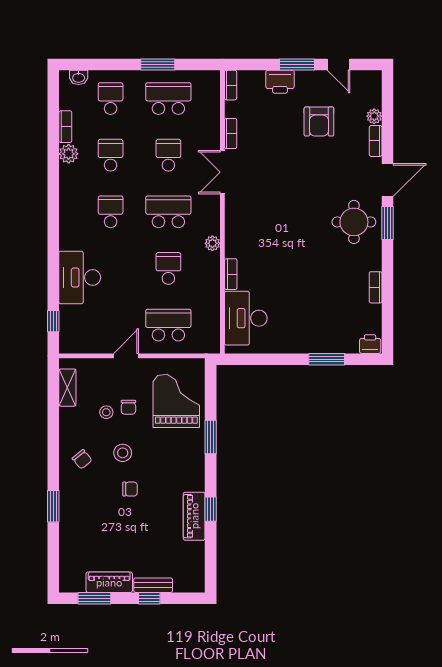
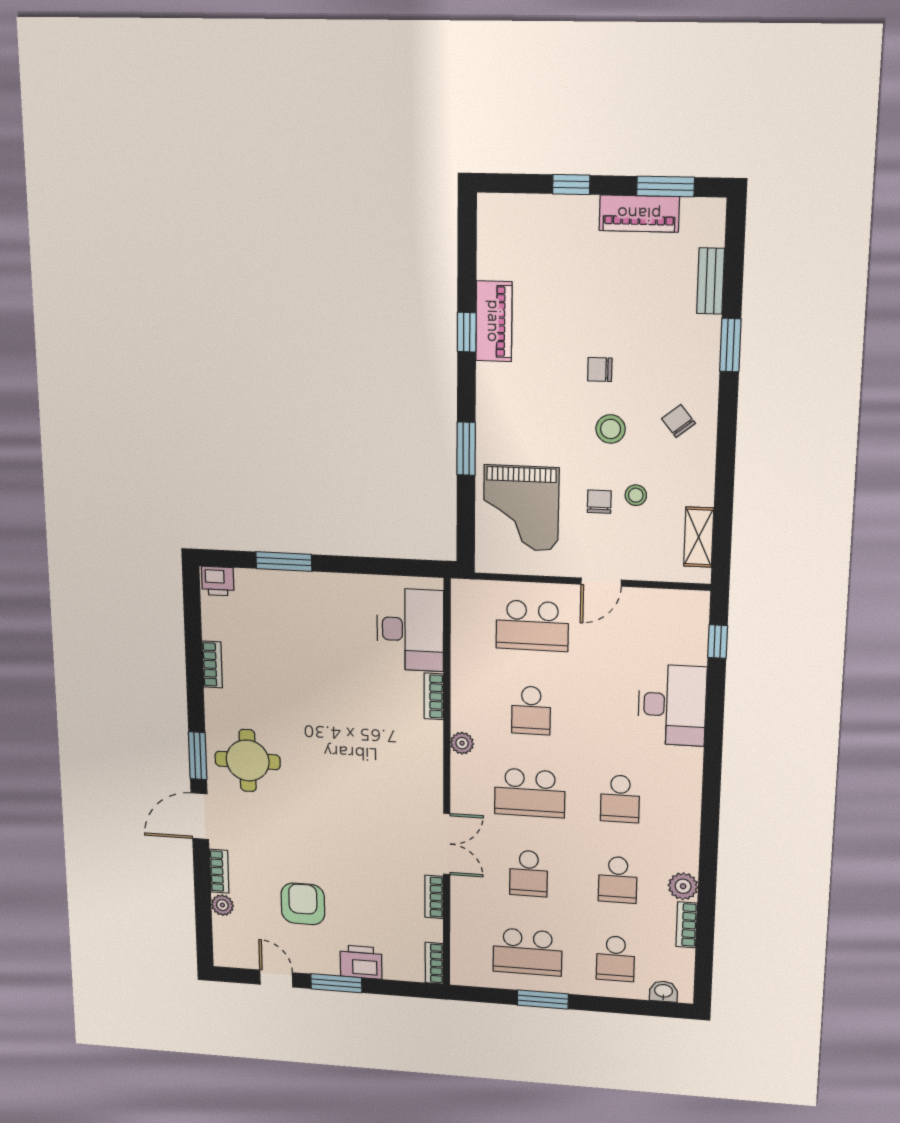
bench: (153, 585) -> (711, 281), moved, turned 90

